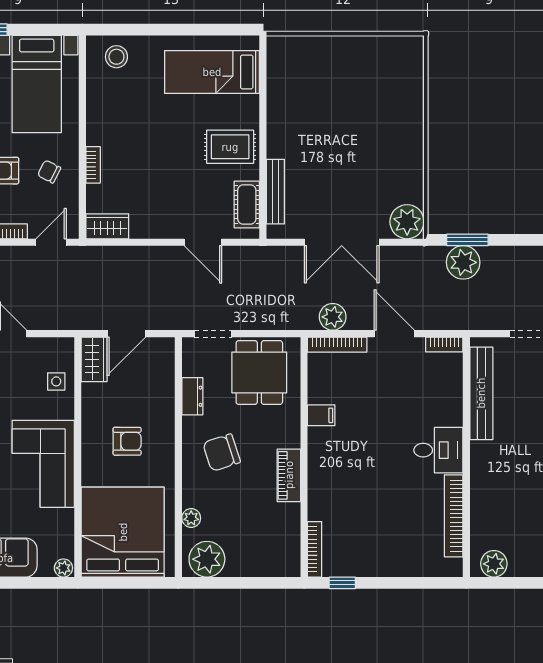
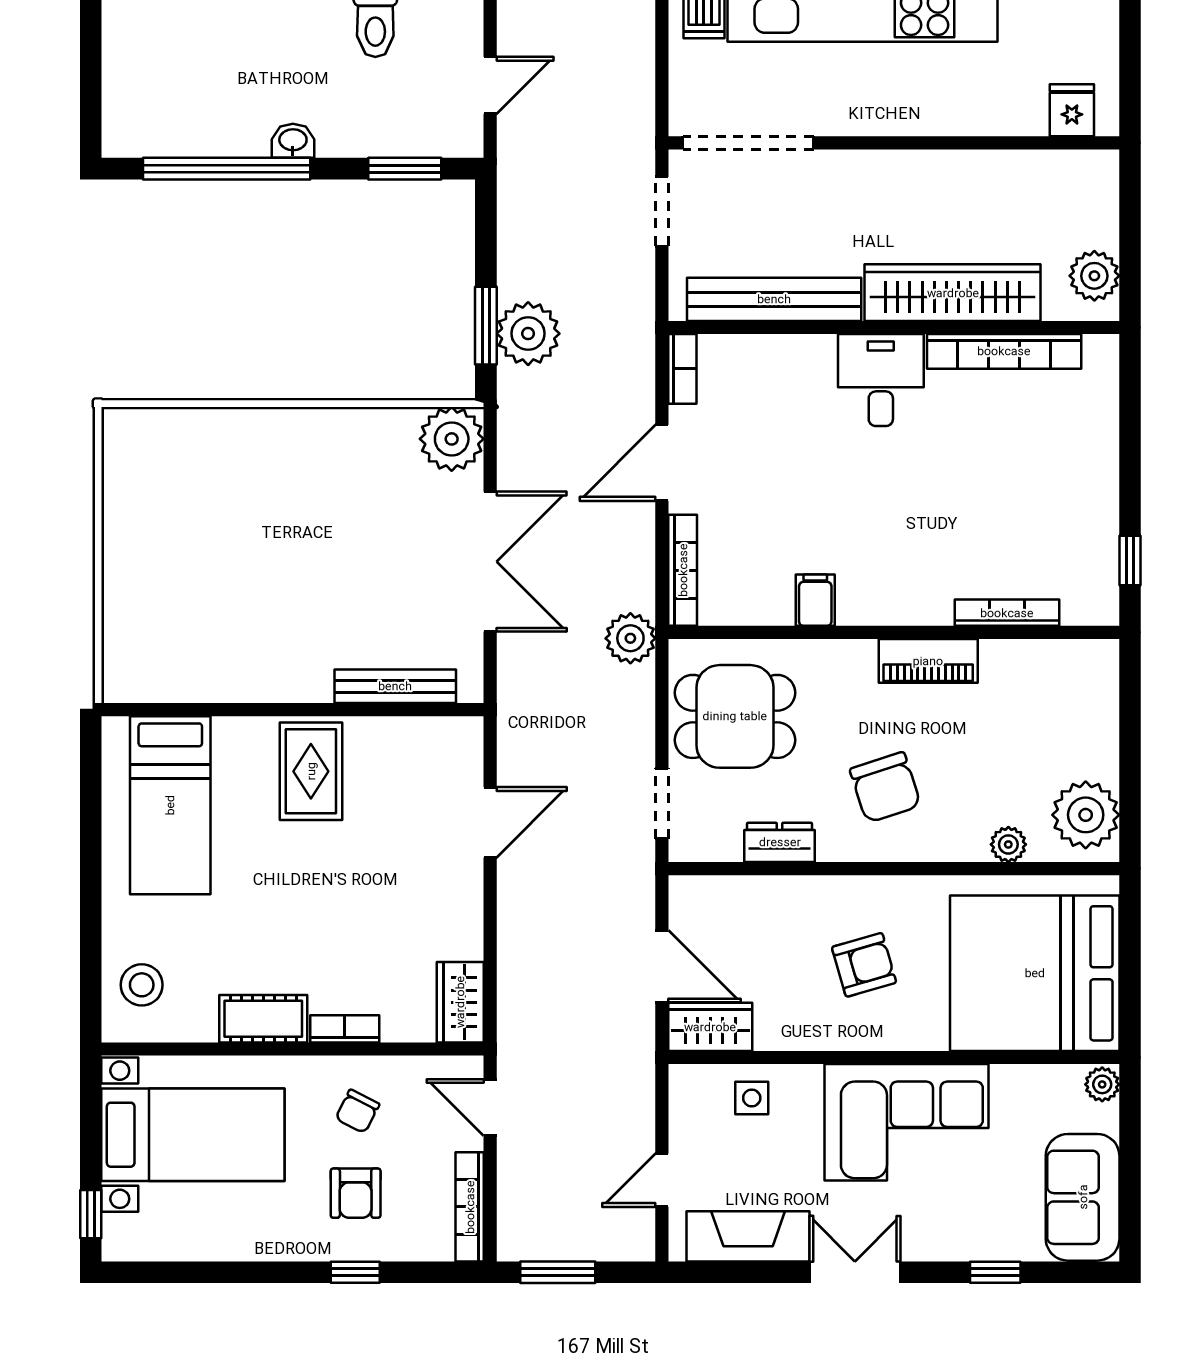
cot: (247, 204) -> (263, 1019), moved
plant: (333, 317) -> (630, 638), moved
armchair: (127, 441) -> (864, 965), turned 74
wardrobe: (485, 488) -> (953, 293), added
bookcase: (315, 549) -> (1007, 613), moved

